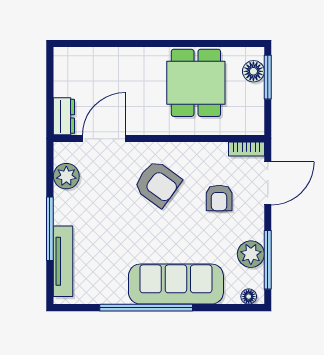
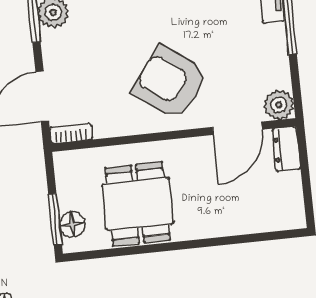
plant: (66, 176) -> (279, 105), moved
armchair: (158, 184) -> (170, 83), width x1.36, depth x1.36
armchair: (219, 198) -> (97, 73), removed

